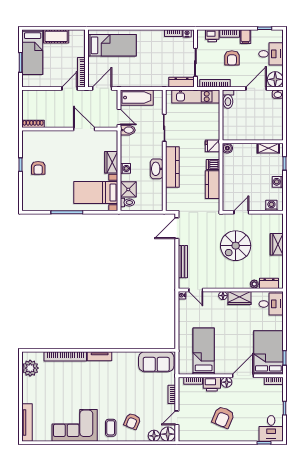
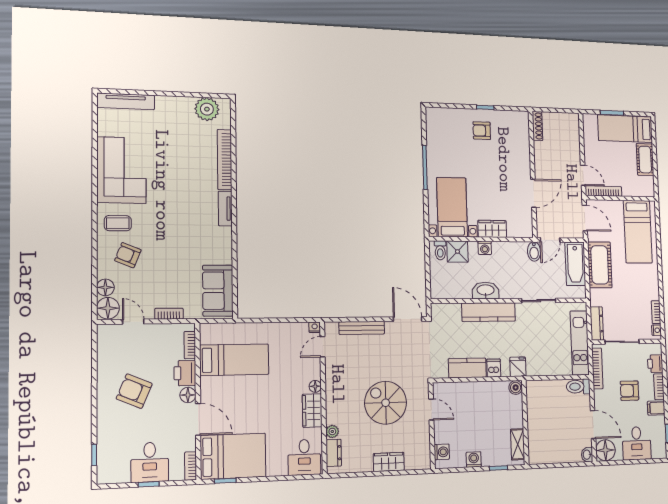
cot: (137, 78) -> (600, 265), added
desk: (271, 428) -> (150, 462), moved, turned -90

